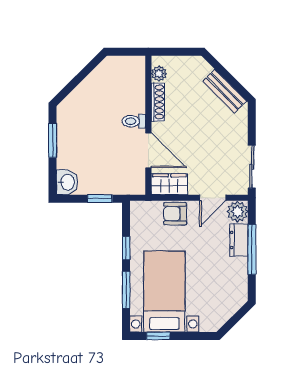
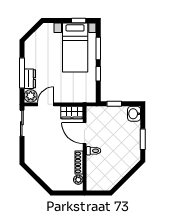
bench: (225, 91) -> (38, 169), removed
armchair: (175, 214) -> (69, 95), removed

